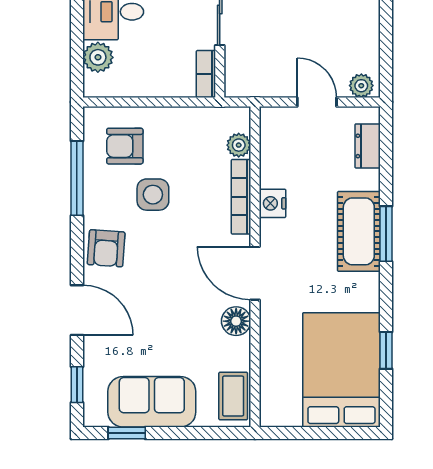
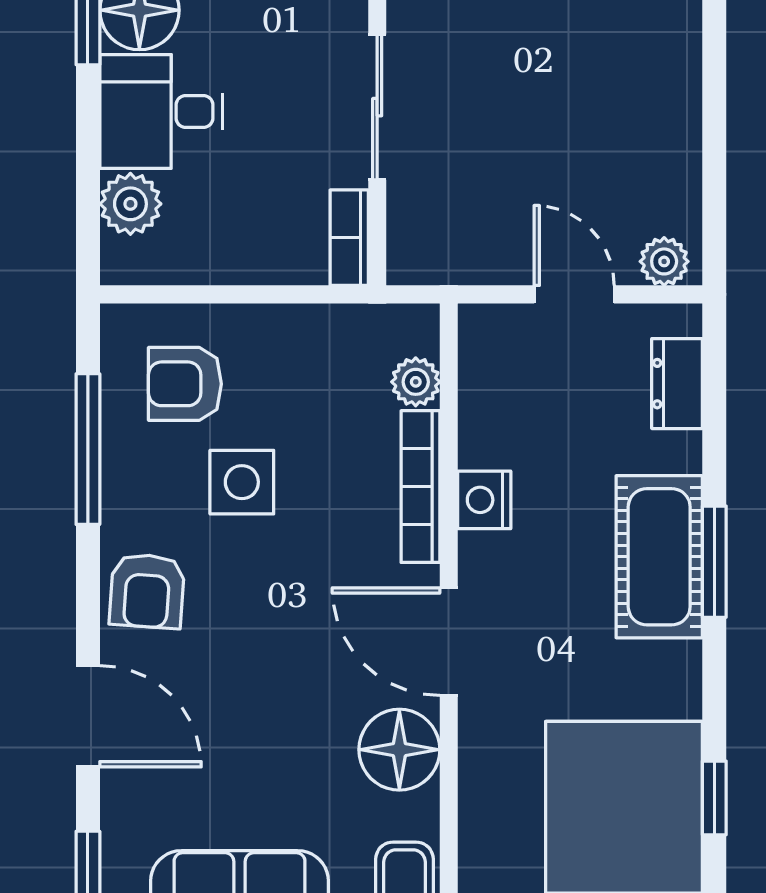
floor lamp: (236, 321) -> (399, 750), width x1.38, depth x1.38

